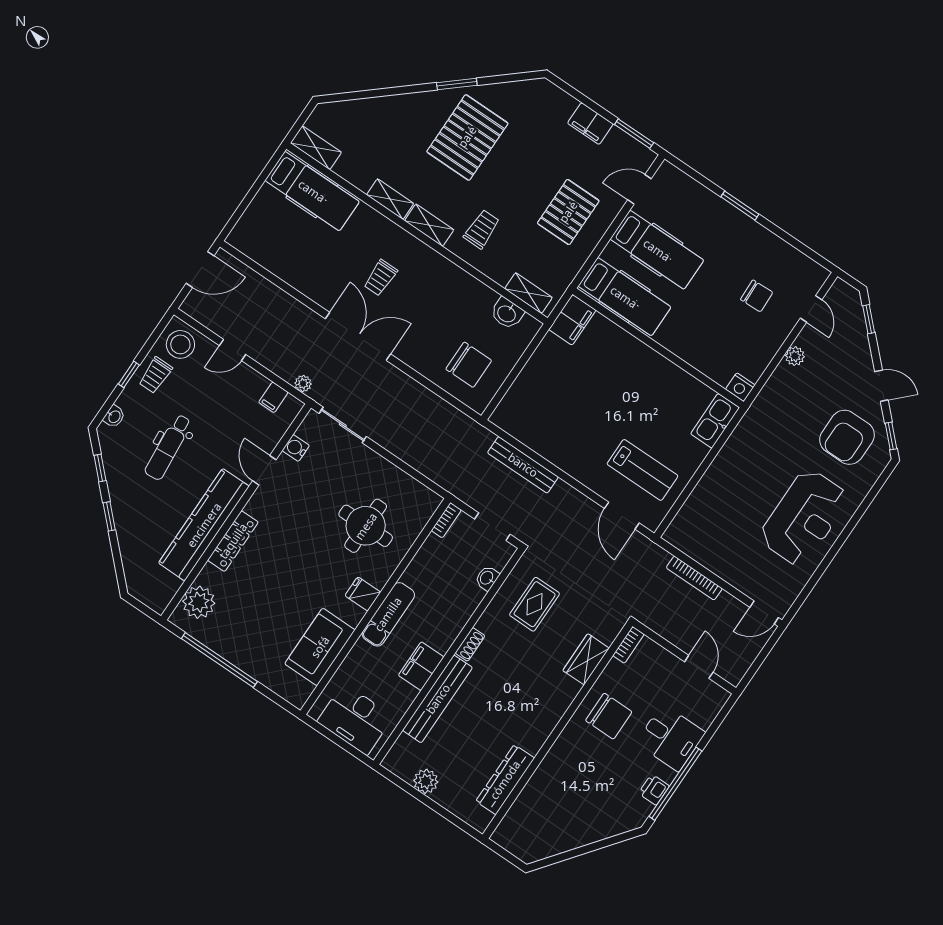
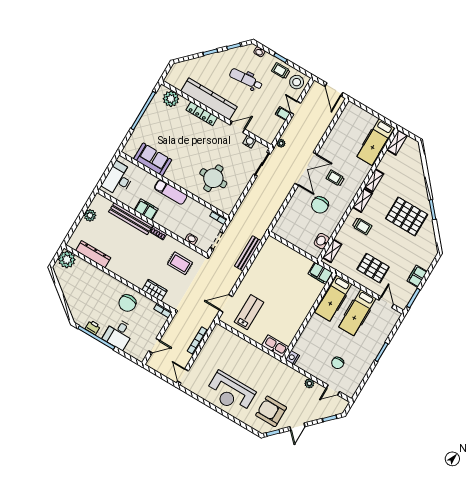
chair: (469, 365) -> (320, 205), moved
filing cabinet: (273, 397) -> (283, 113), moved
lab bench: (642, 470) -> (249, 312), turned 180
fridge: (363, 594) -> (180, 179), removed
plant: (513, 834) -> (67, 259), added

